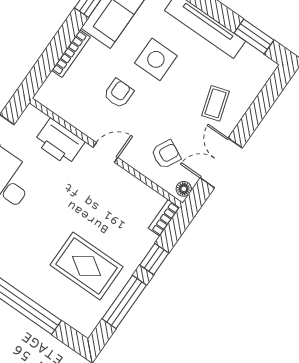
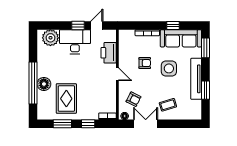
window: (254, 37) -> (206, 90), moved
floor lamp: (36, 286) -> (44, 84), added
window: (124, 302) -> (62, 124), width x0.69

